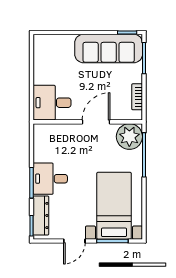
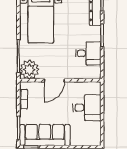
desk: (52, 103) -> (87, 108), moved
desk: (50, 179) -> (88, 53), moved

